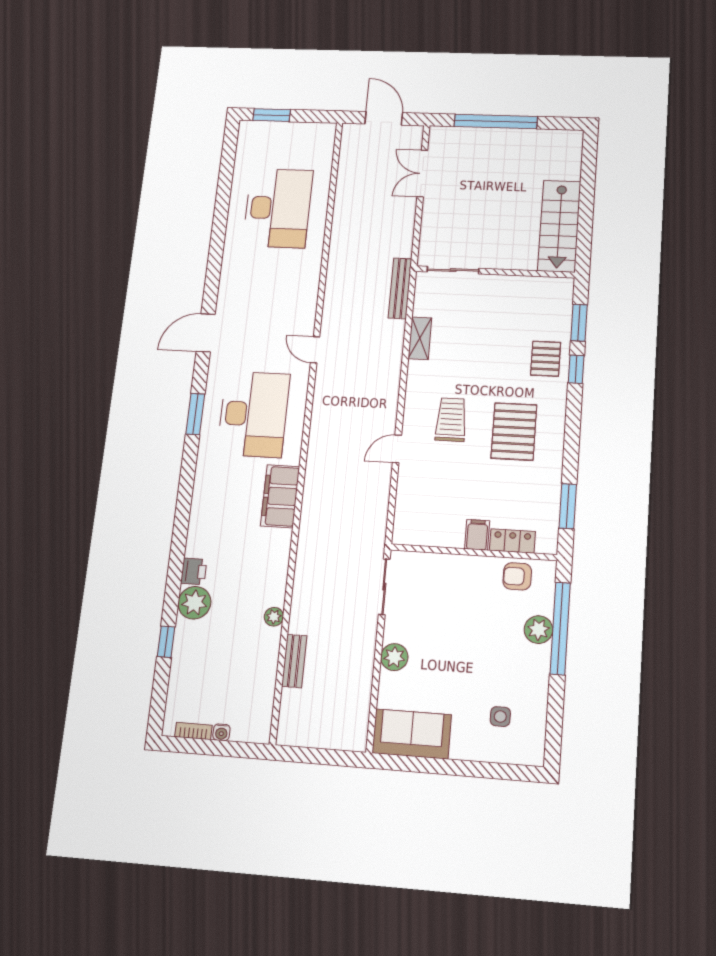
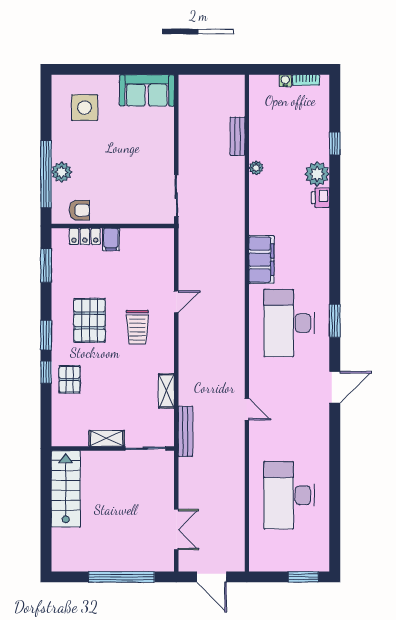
shelving: (502, 284) -> (107, 438), added
window: (579, 323) -> (46, 335), moved
door: (315, 350) -> (247, 409), moved
plant: (394, 657) -> (164, 145), removed
side table: (500, 717) -> (85, 108), width x1.87, depth x1.87

